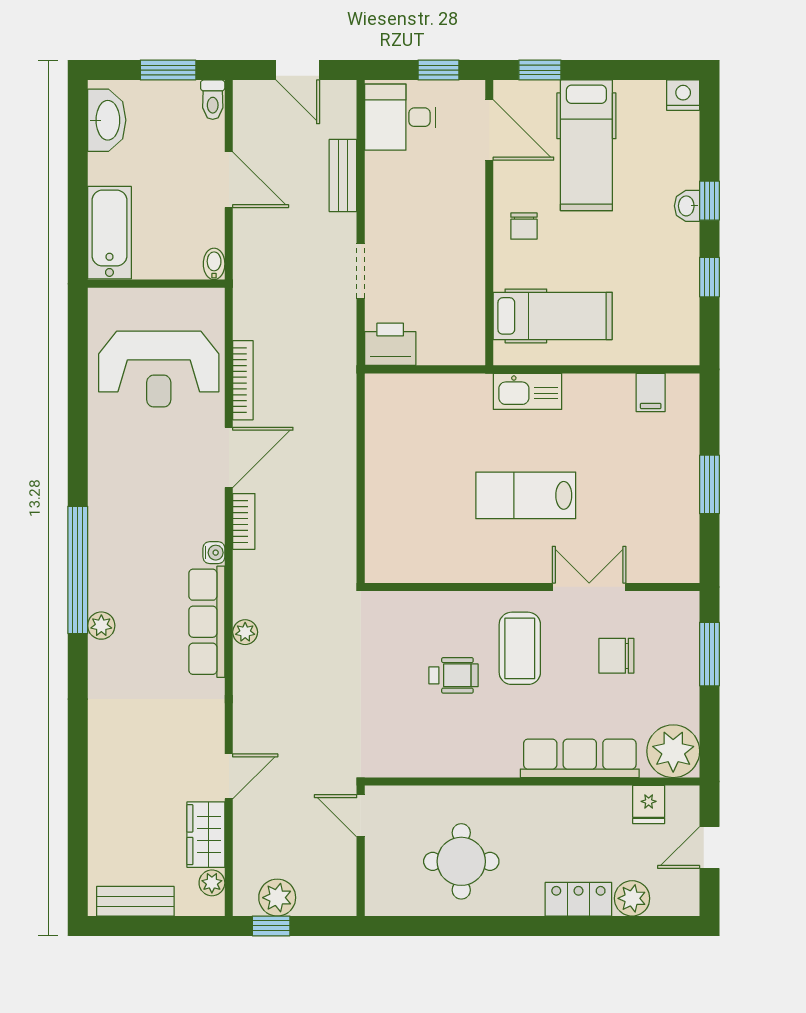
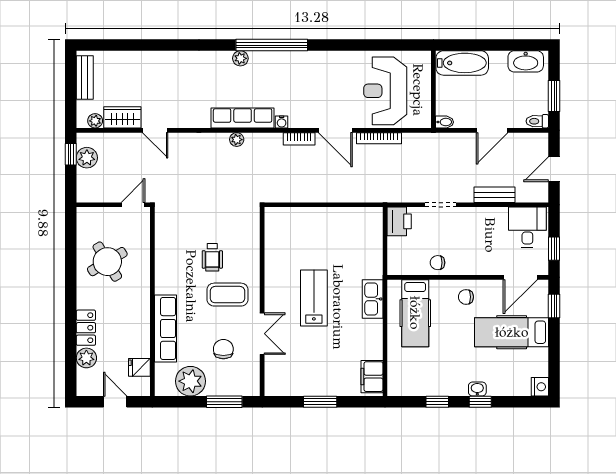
chair: (463, 276) -> (438, 263), added
filing cabinet: (651, 393) -> (372, 377), width x2.00
plant: (673, 751) -> (190, 381), moved
round table: (461, 861) -> (107, 262), turned -31

